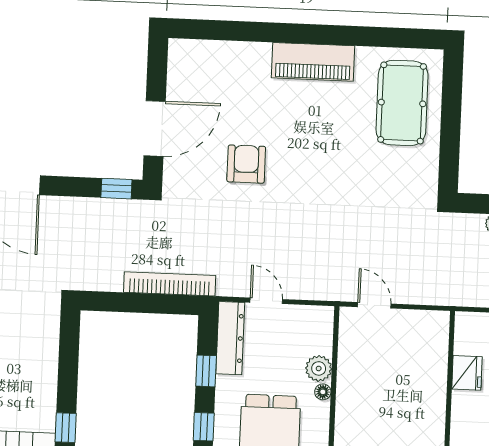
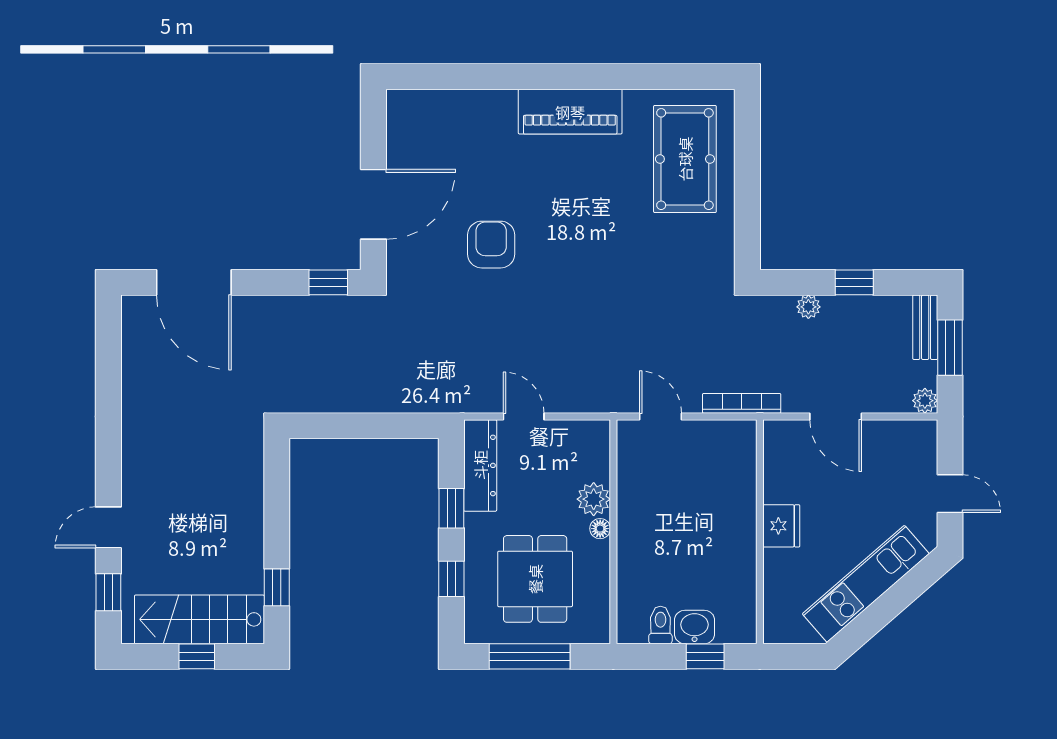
bookcase: (170, 284) -> (742, 403), moved, width x0.68, depth x0.76
fridge: (467, 373) -> (781, 526), moved

